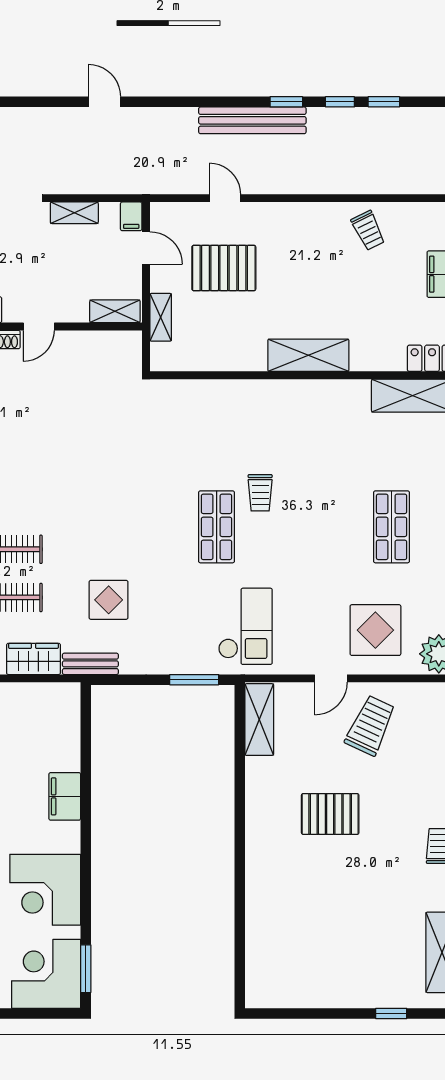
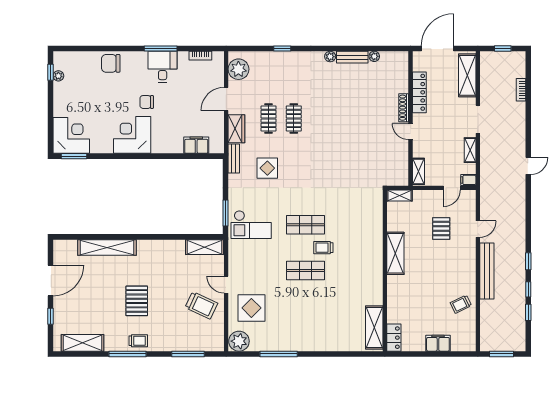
bench: (252, 120) -> (487, 271), moved
pallet: (224, 268) -> (441, 229), width x0.67, depth x0.71
shelving: (161, 317) -> (400, 195), moved
shelving: (308, 355) -> (395, 253), moved
shop shelf: (392, 527) -> (306, 271), moved
checkout: (245, 626) -> (251, 225), moved
filing cabinet: (65, 796) -> (196, 145), moved
pallet: (330, 814) -> (137, 301), moved
corner desk: (45, 890) -> (132, 135), moved
shelving: (260, 906) -> (107, 248), added
door: (323, 1014) -> (50, 281), added

